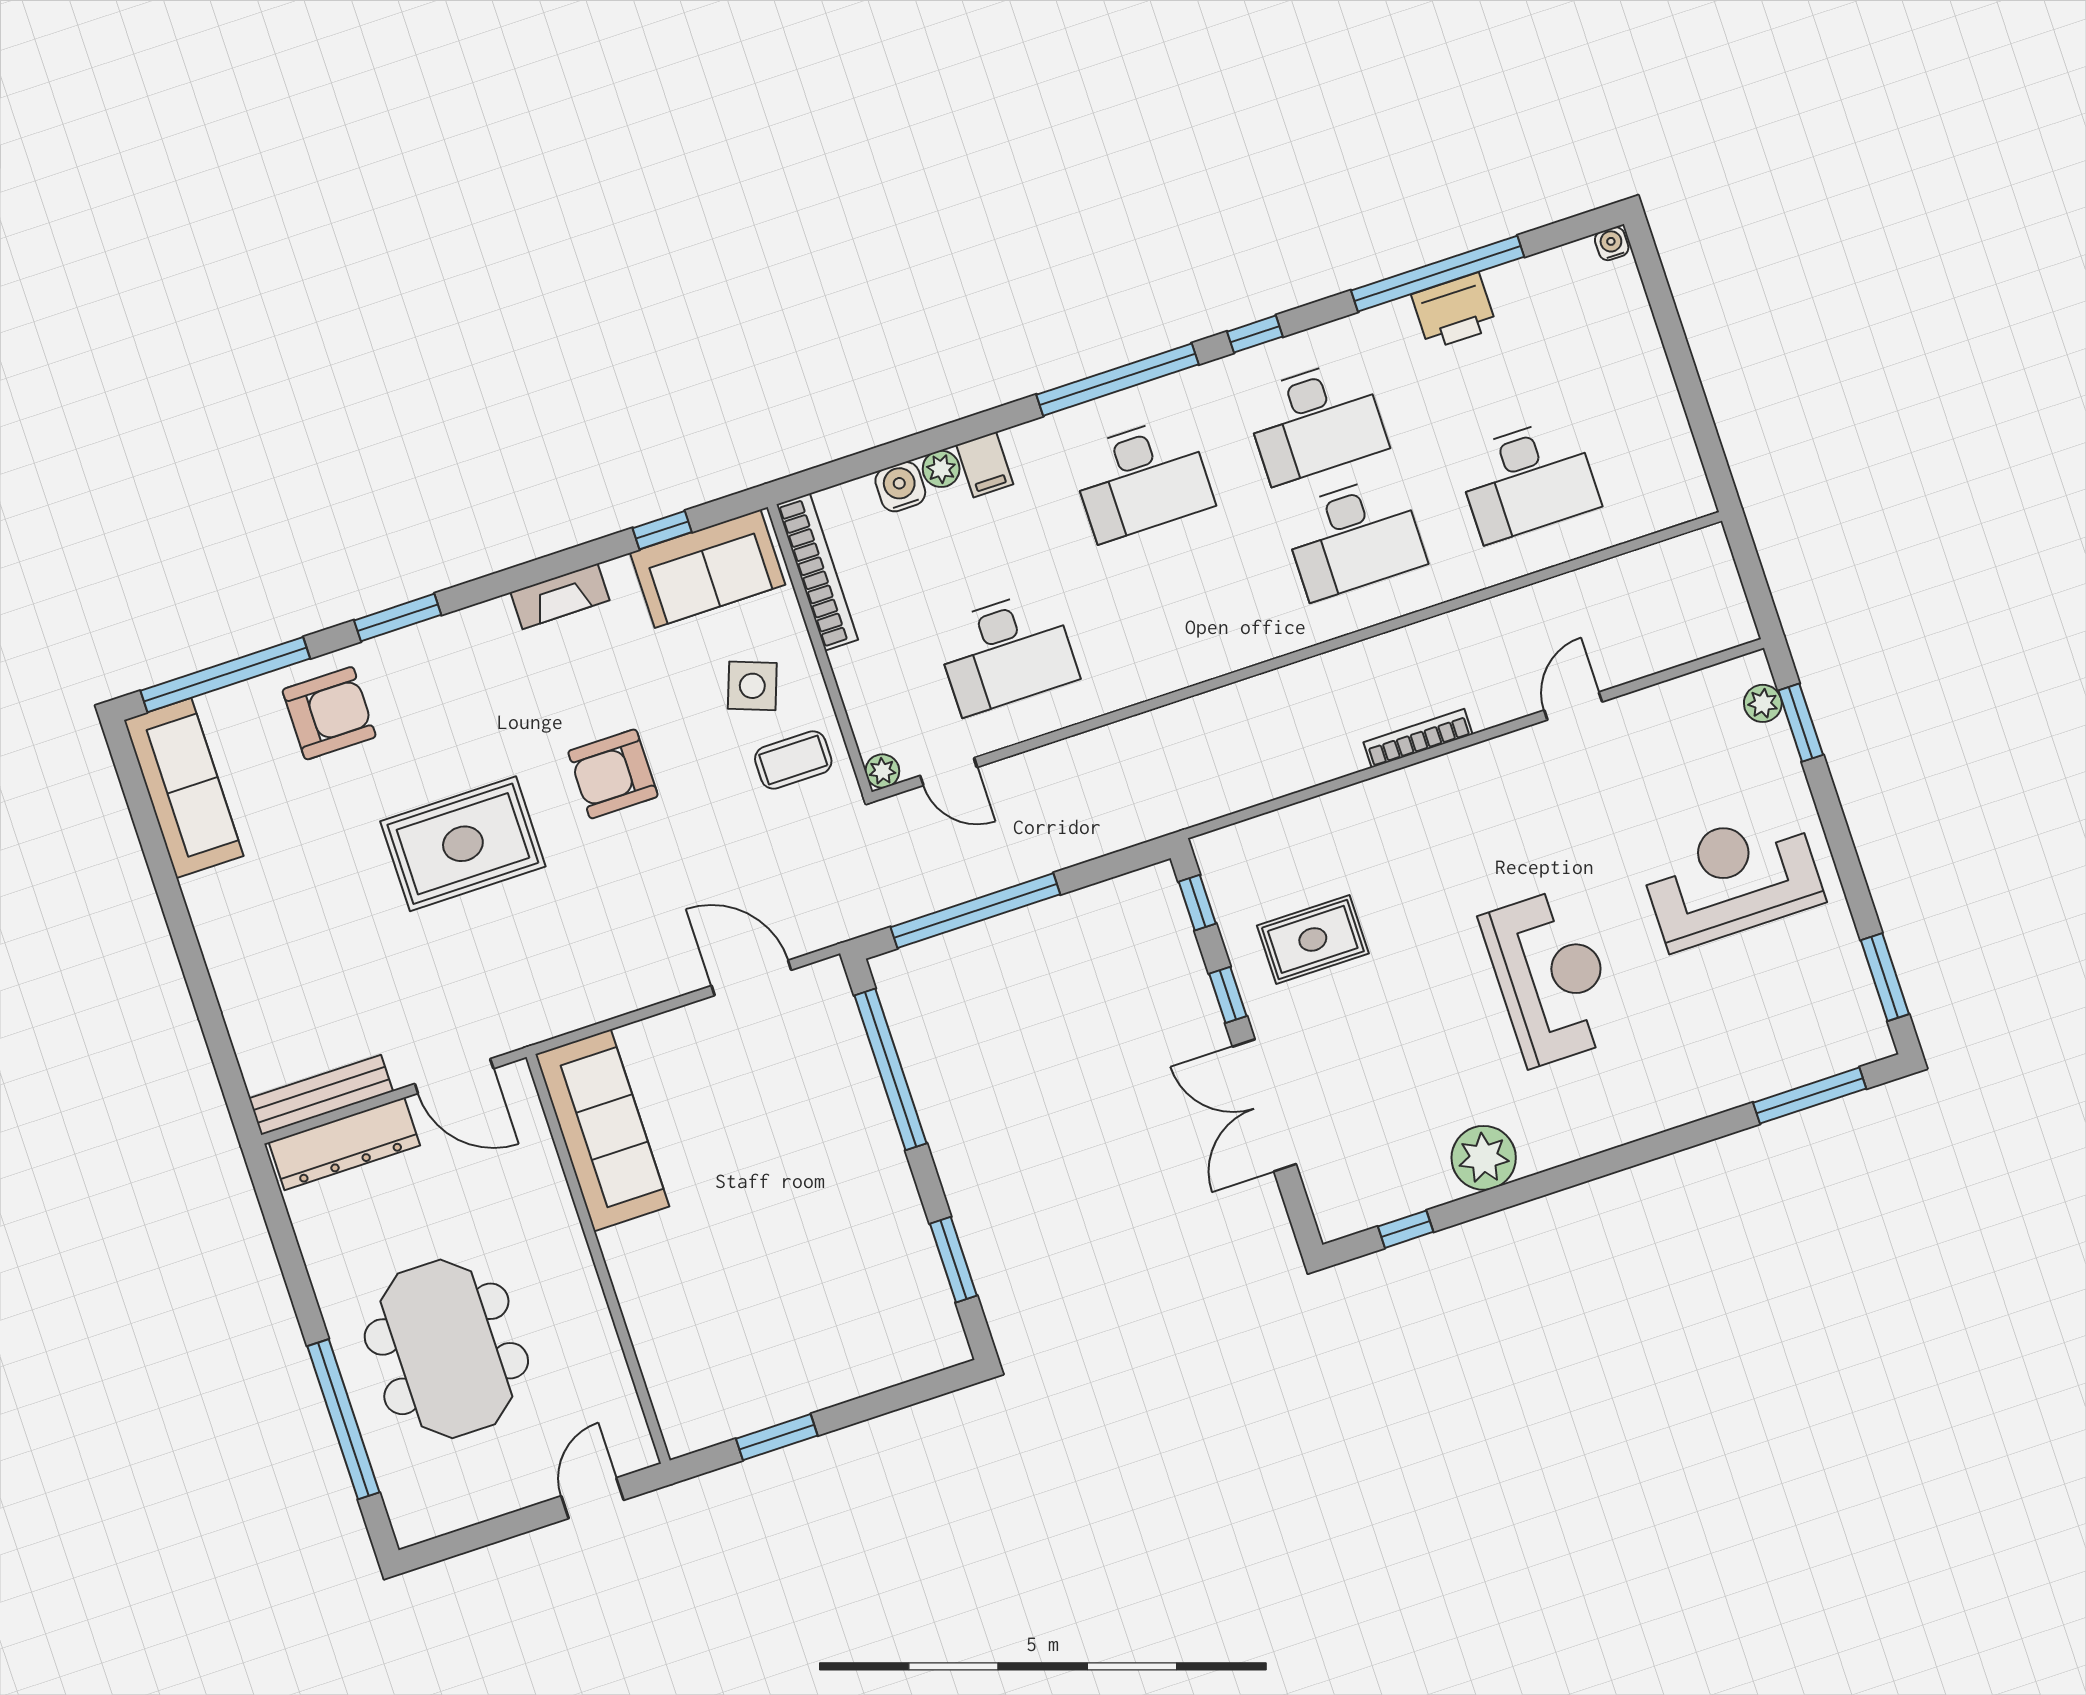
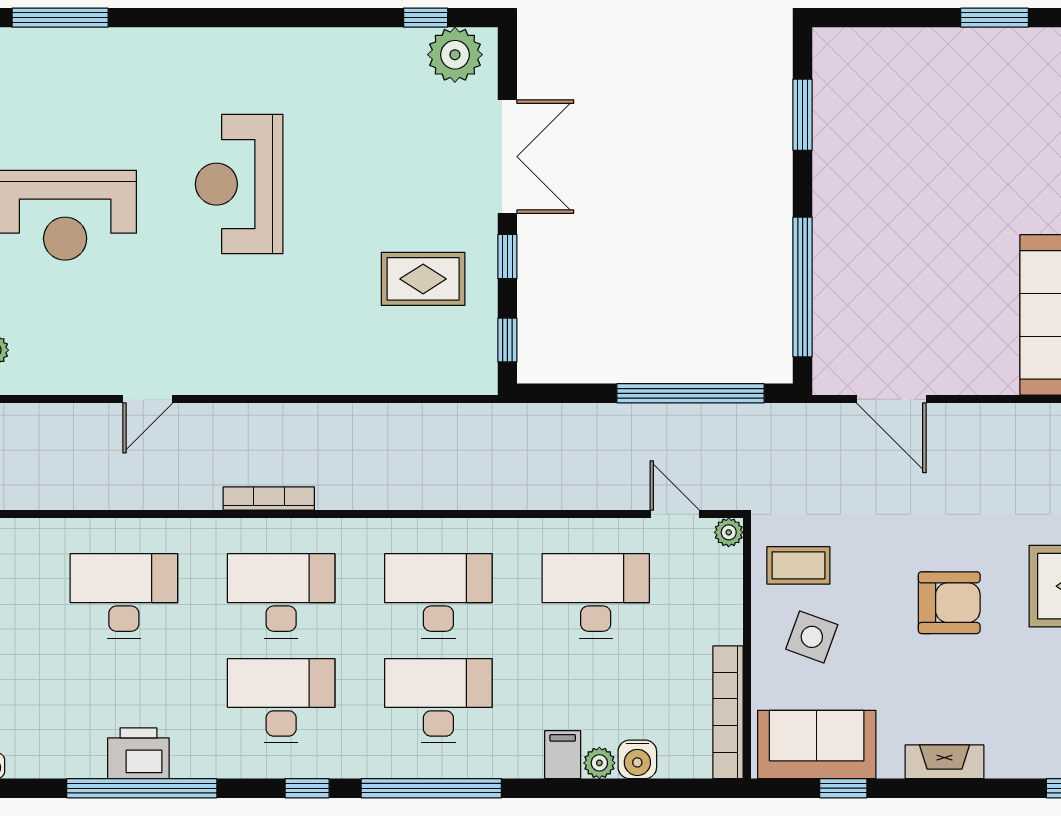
desk: (1180, 595) -> (438, 596), added
bookcase: (1418, 738) -> (269, 499), moved, turned 180
plant: (1484, 1158) -> (455, 55), moved

